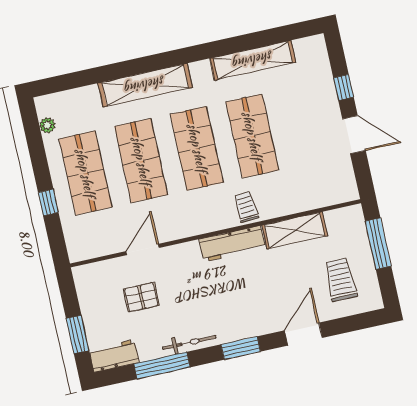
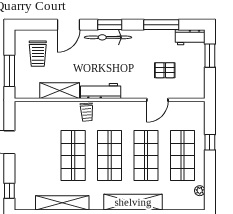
window: (344, 88) -> (9, 191), moved
bicycle: (189, 343) -> (108, 37), moved, width x1.37, depth x1.40

